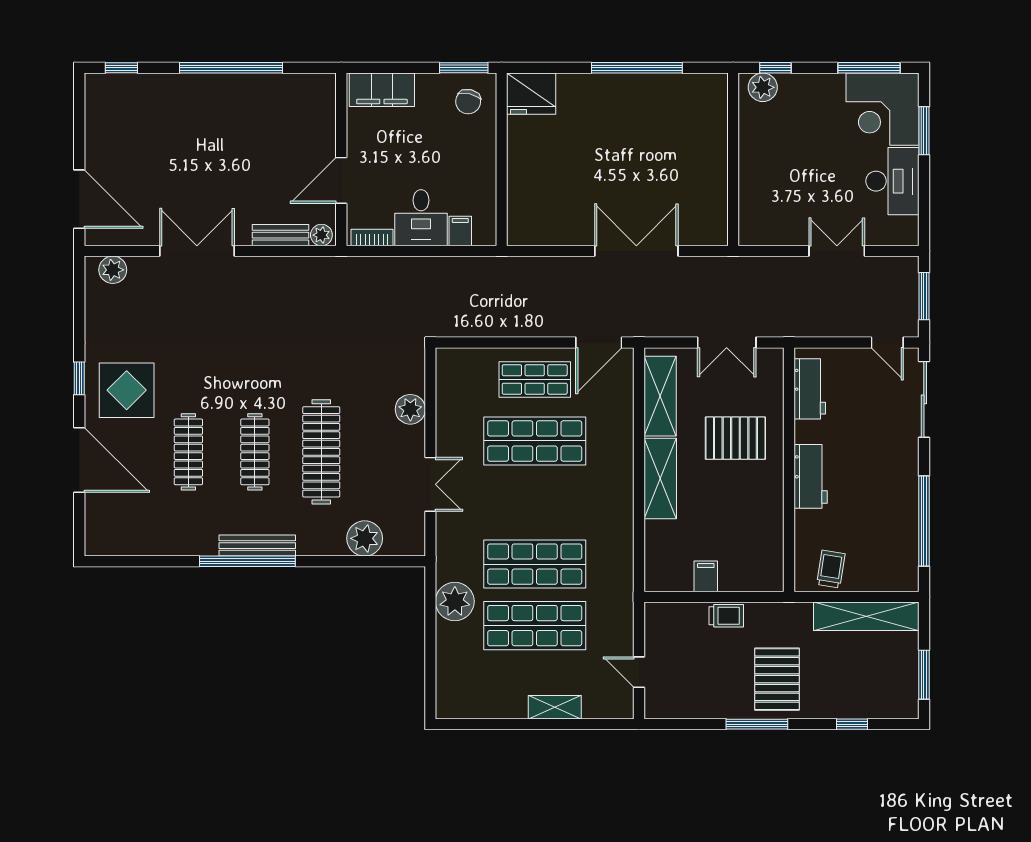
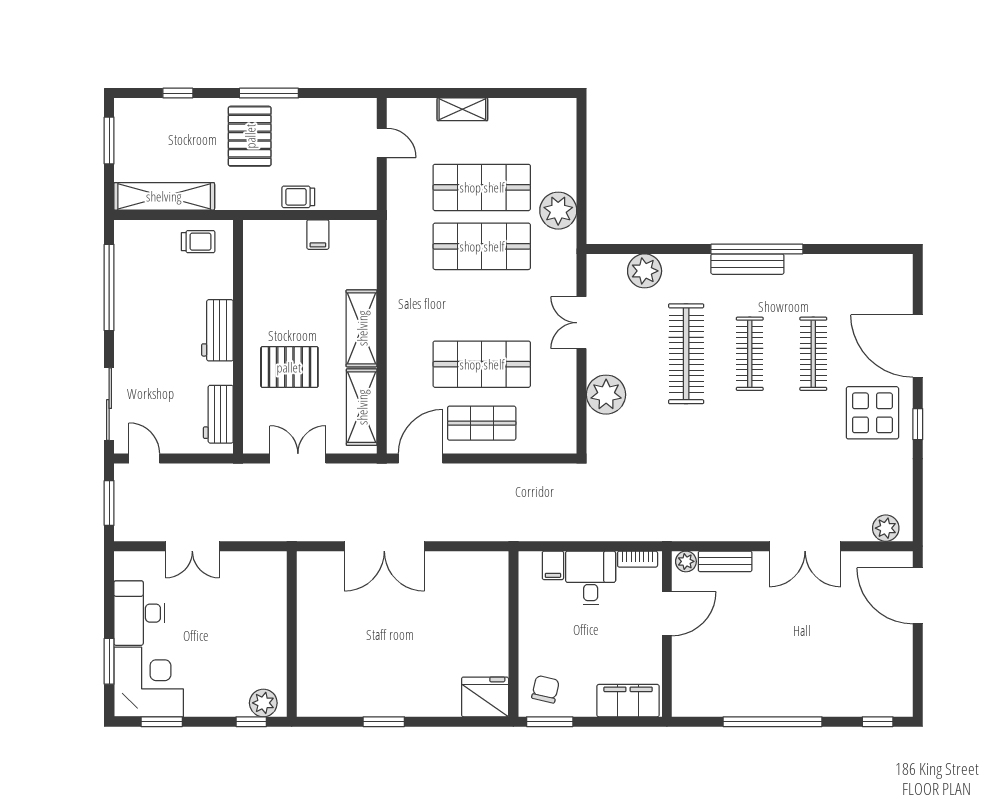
window: (637, 68) -> (384, 722), width x0.47
window: (869, 68) -> (162, 722), width x0.69
plant: (410, 409) -> (606, 395), width x1.36, depth x1.36
trolley: (831, 569) -> (198, 242), turned -99

